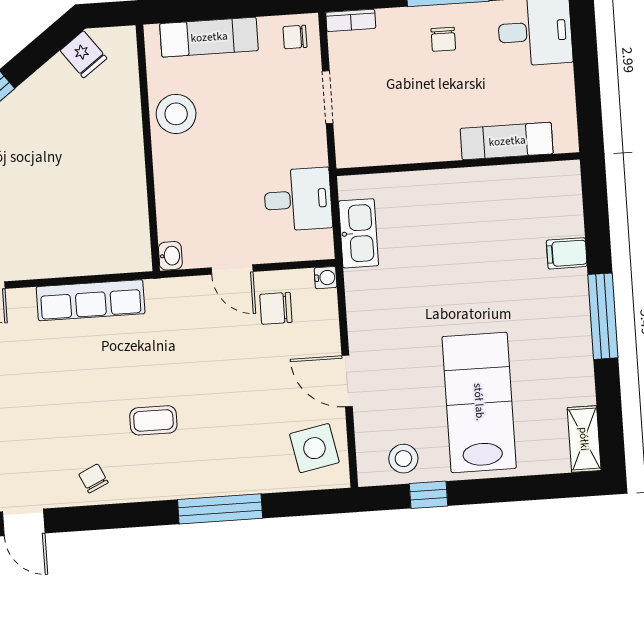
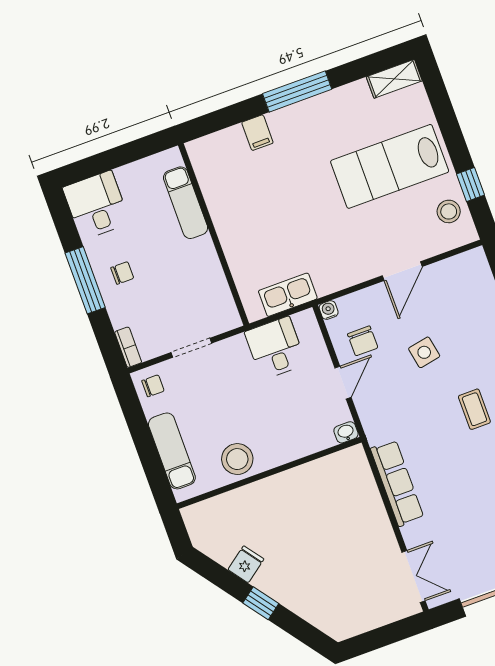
chair: (295, 37) -> (153, 386), turned -90
fridge: (83, 54) -> (246, 564), moved
side table: (314, 448) -> (424, 352), moved, width x0.73, depth x0.73

